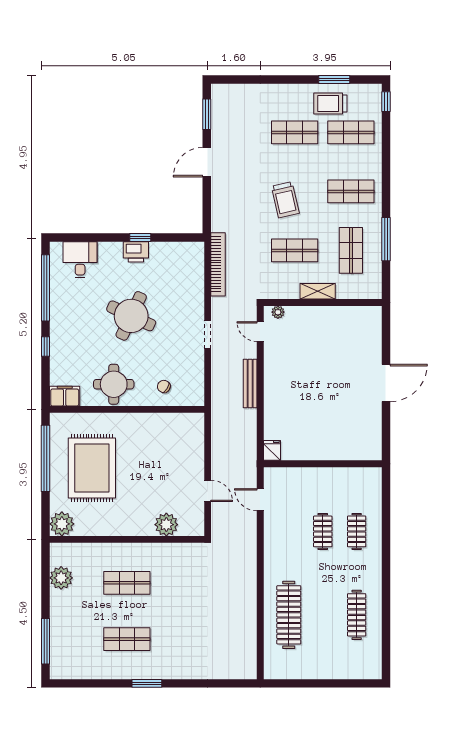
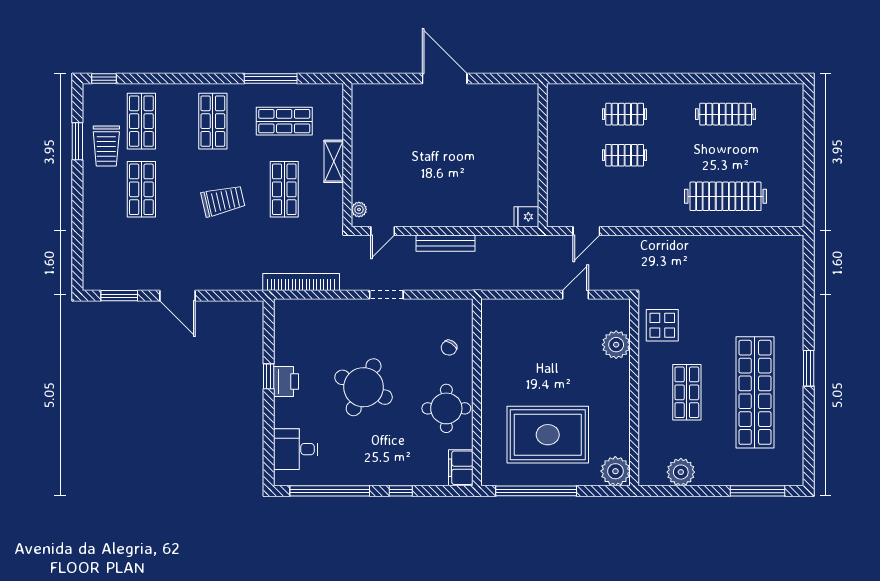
display table: (182, 563) -> (662, 325), added
shop shelf: (127, 639) -> (755, 392), width x2.00, depth x1.36

